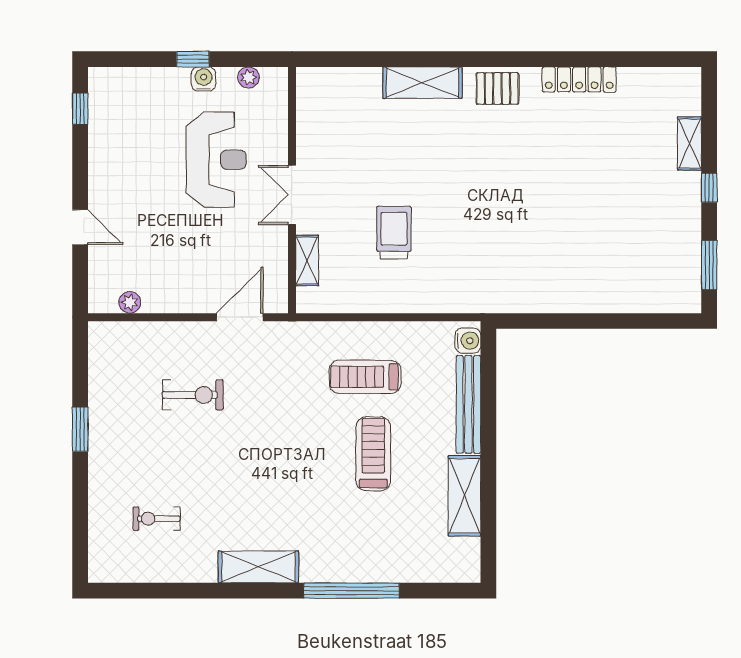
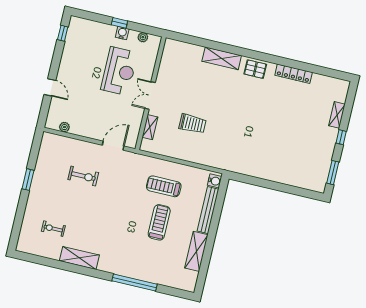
trolley: (394, 233) -> (193, 124), turned 90
shelving: (258, 567) -> (79, 258), moved

